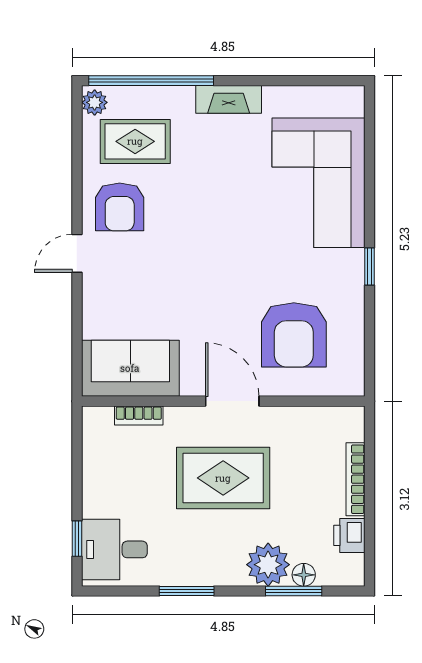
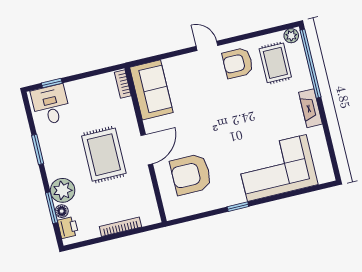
bookcase: (139, 415) -> (123, 84), moved
printer: (349, 535) -> (68, 228), moved, turned 90

